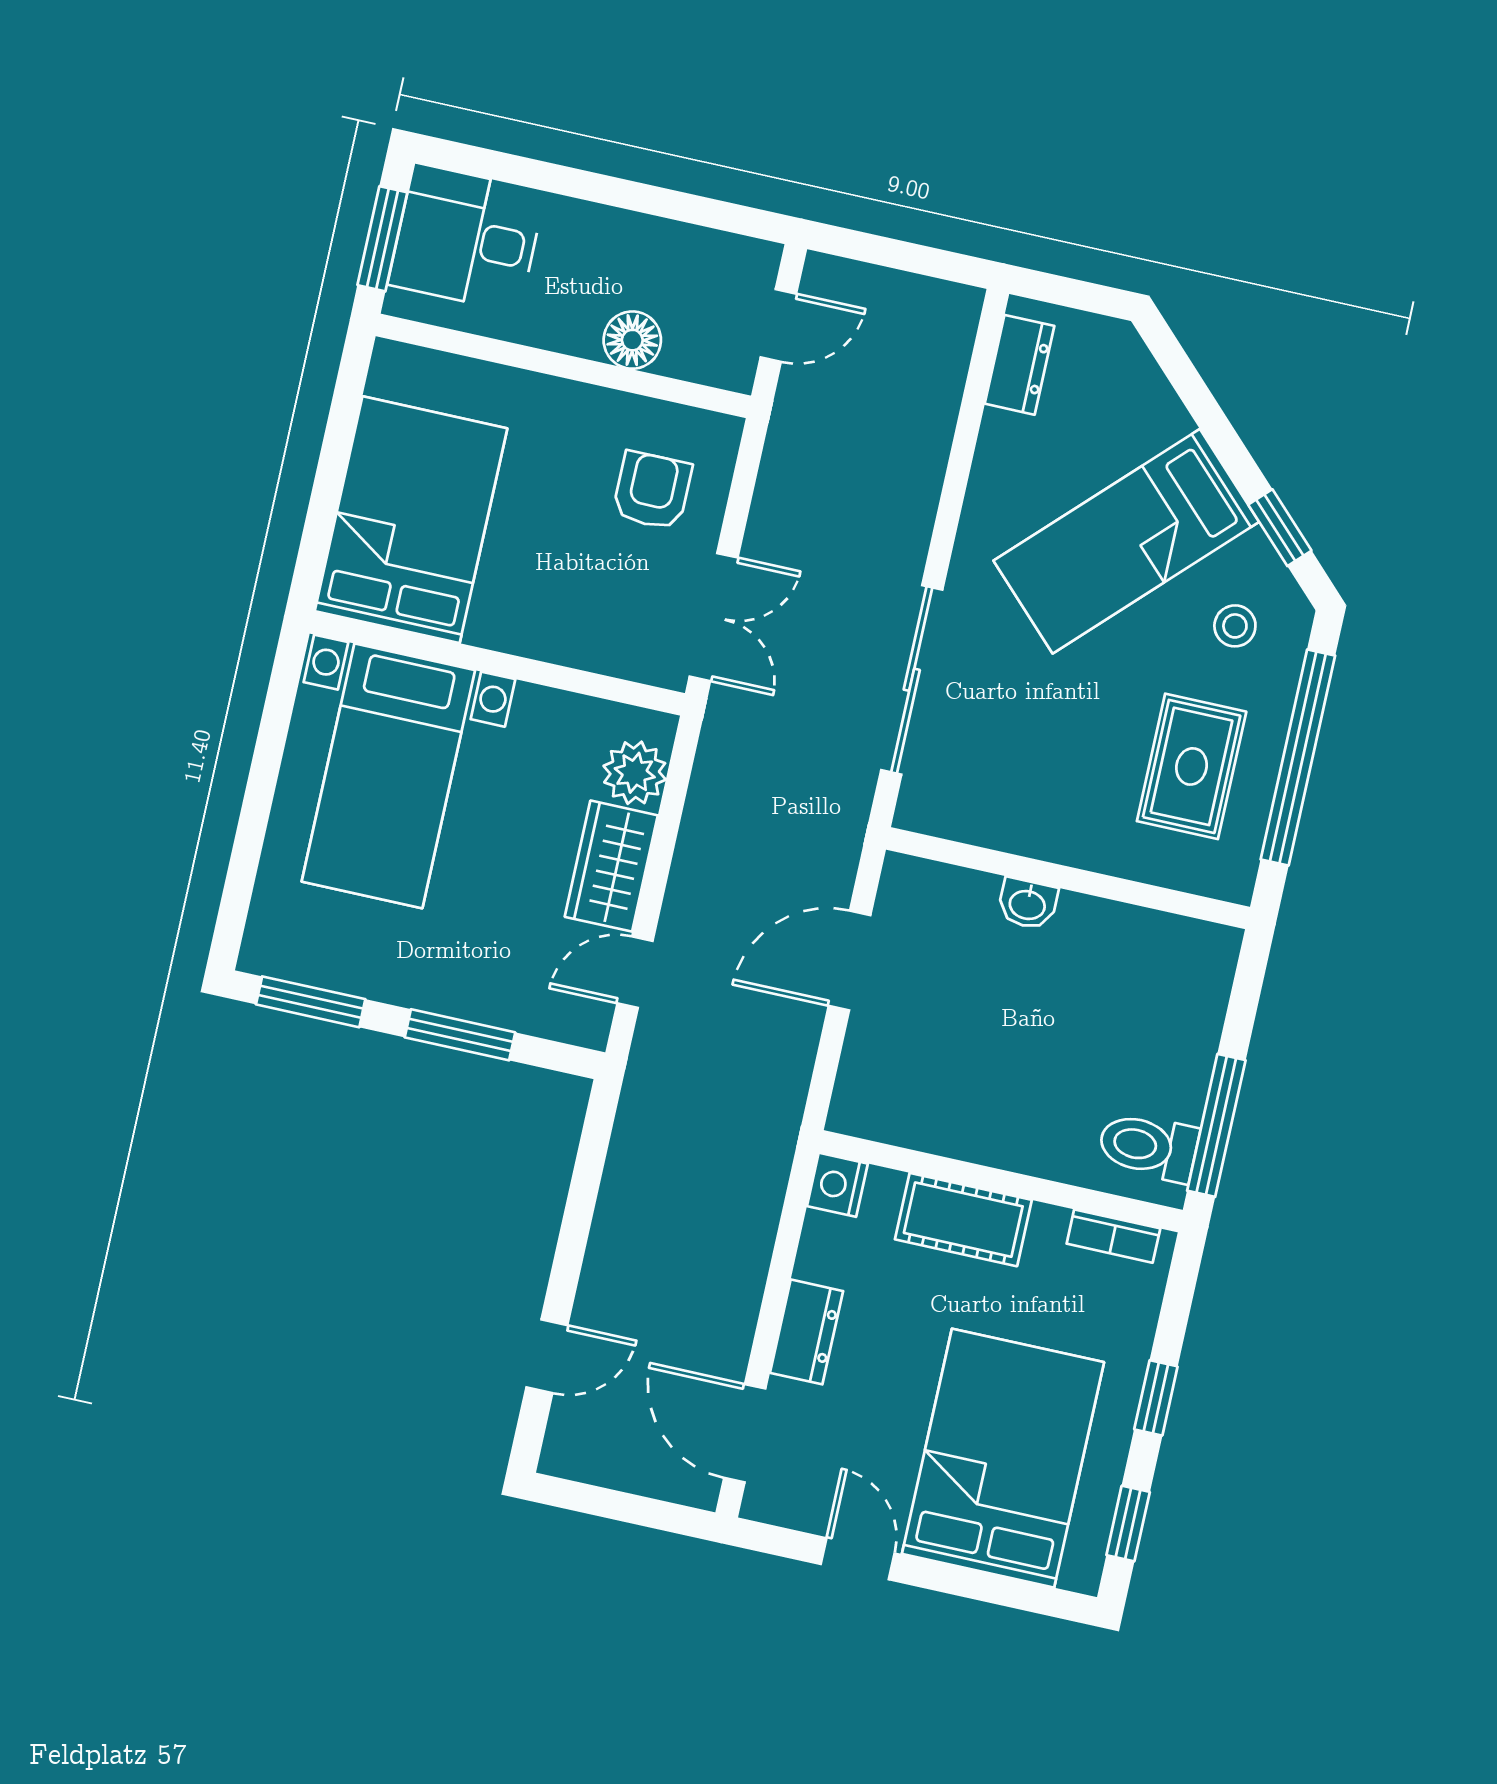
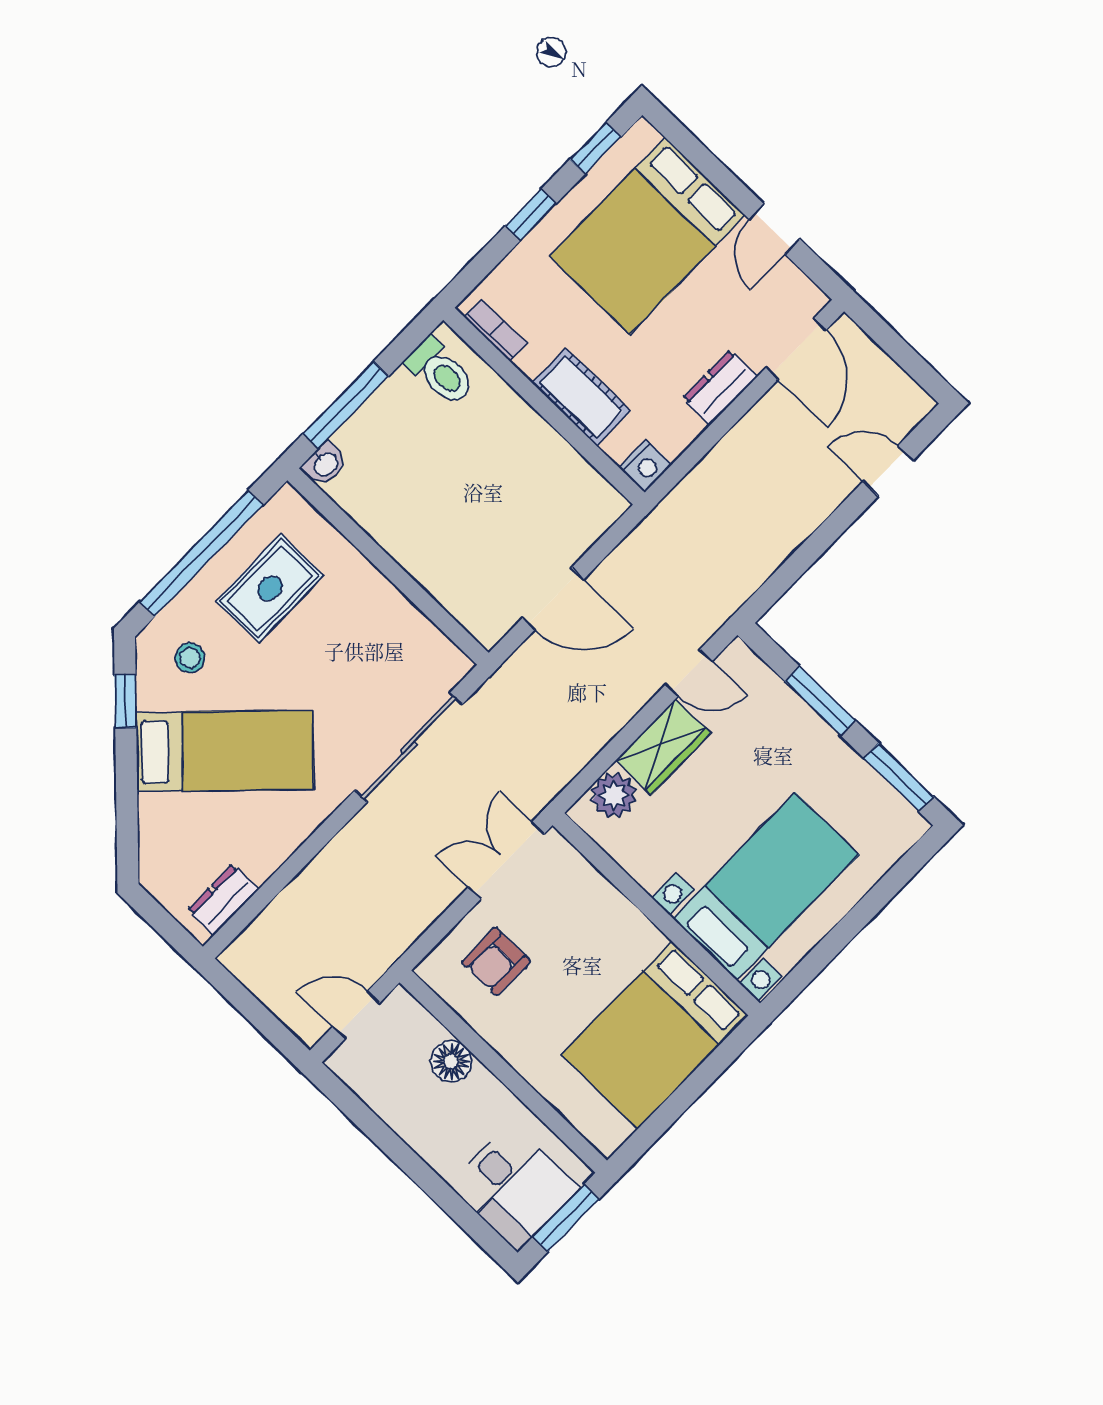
washbasin: (1027, 904) -> (325, 464), moved, turned 90
window: (1216, 1125) -> (346, 405), moved

